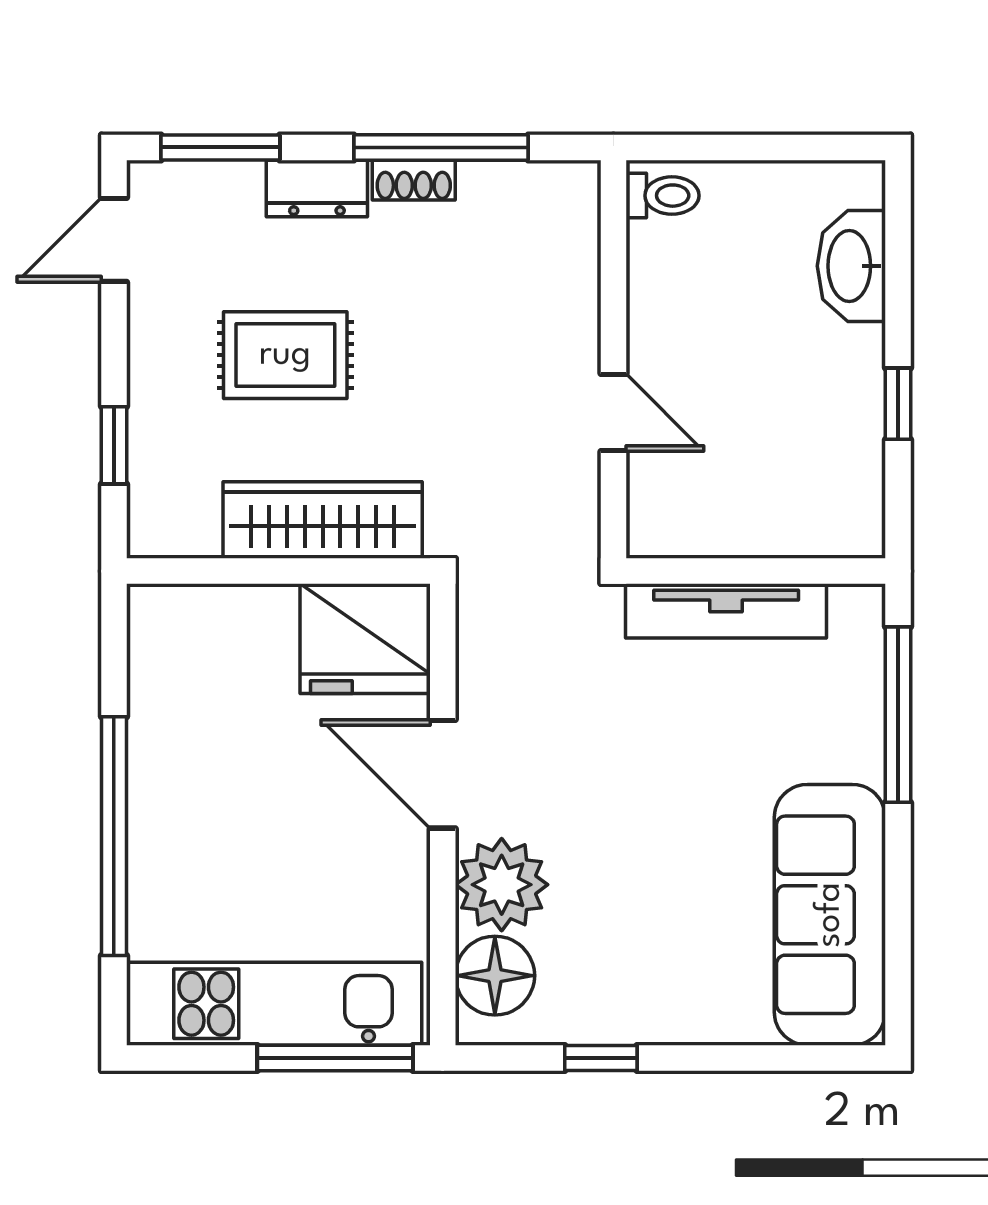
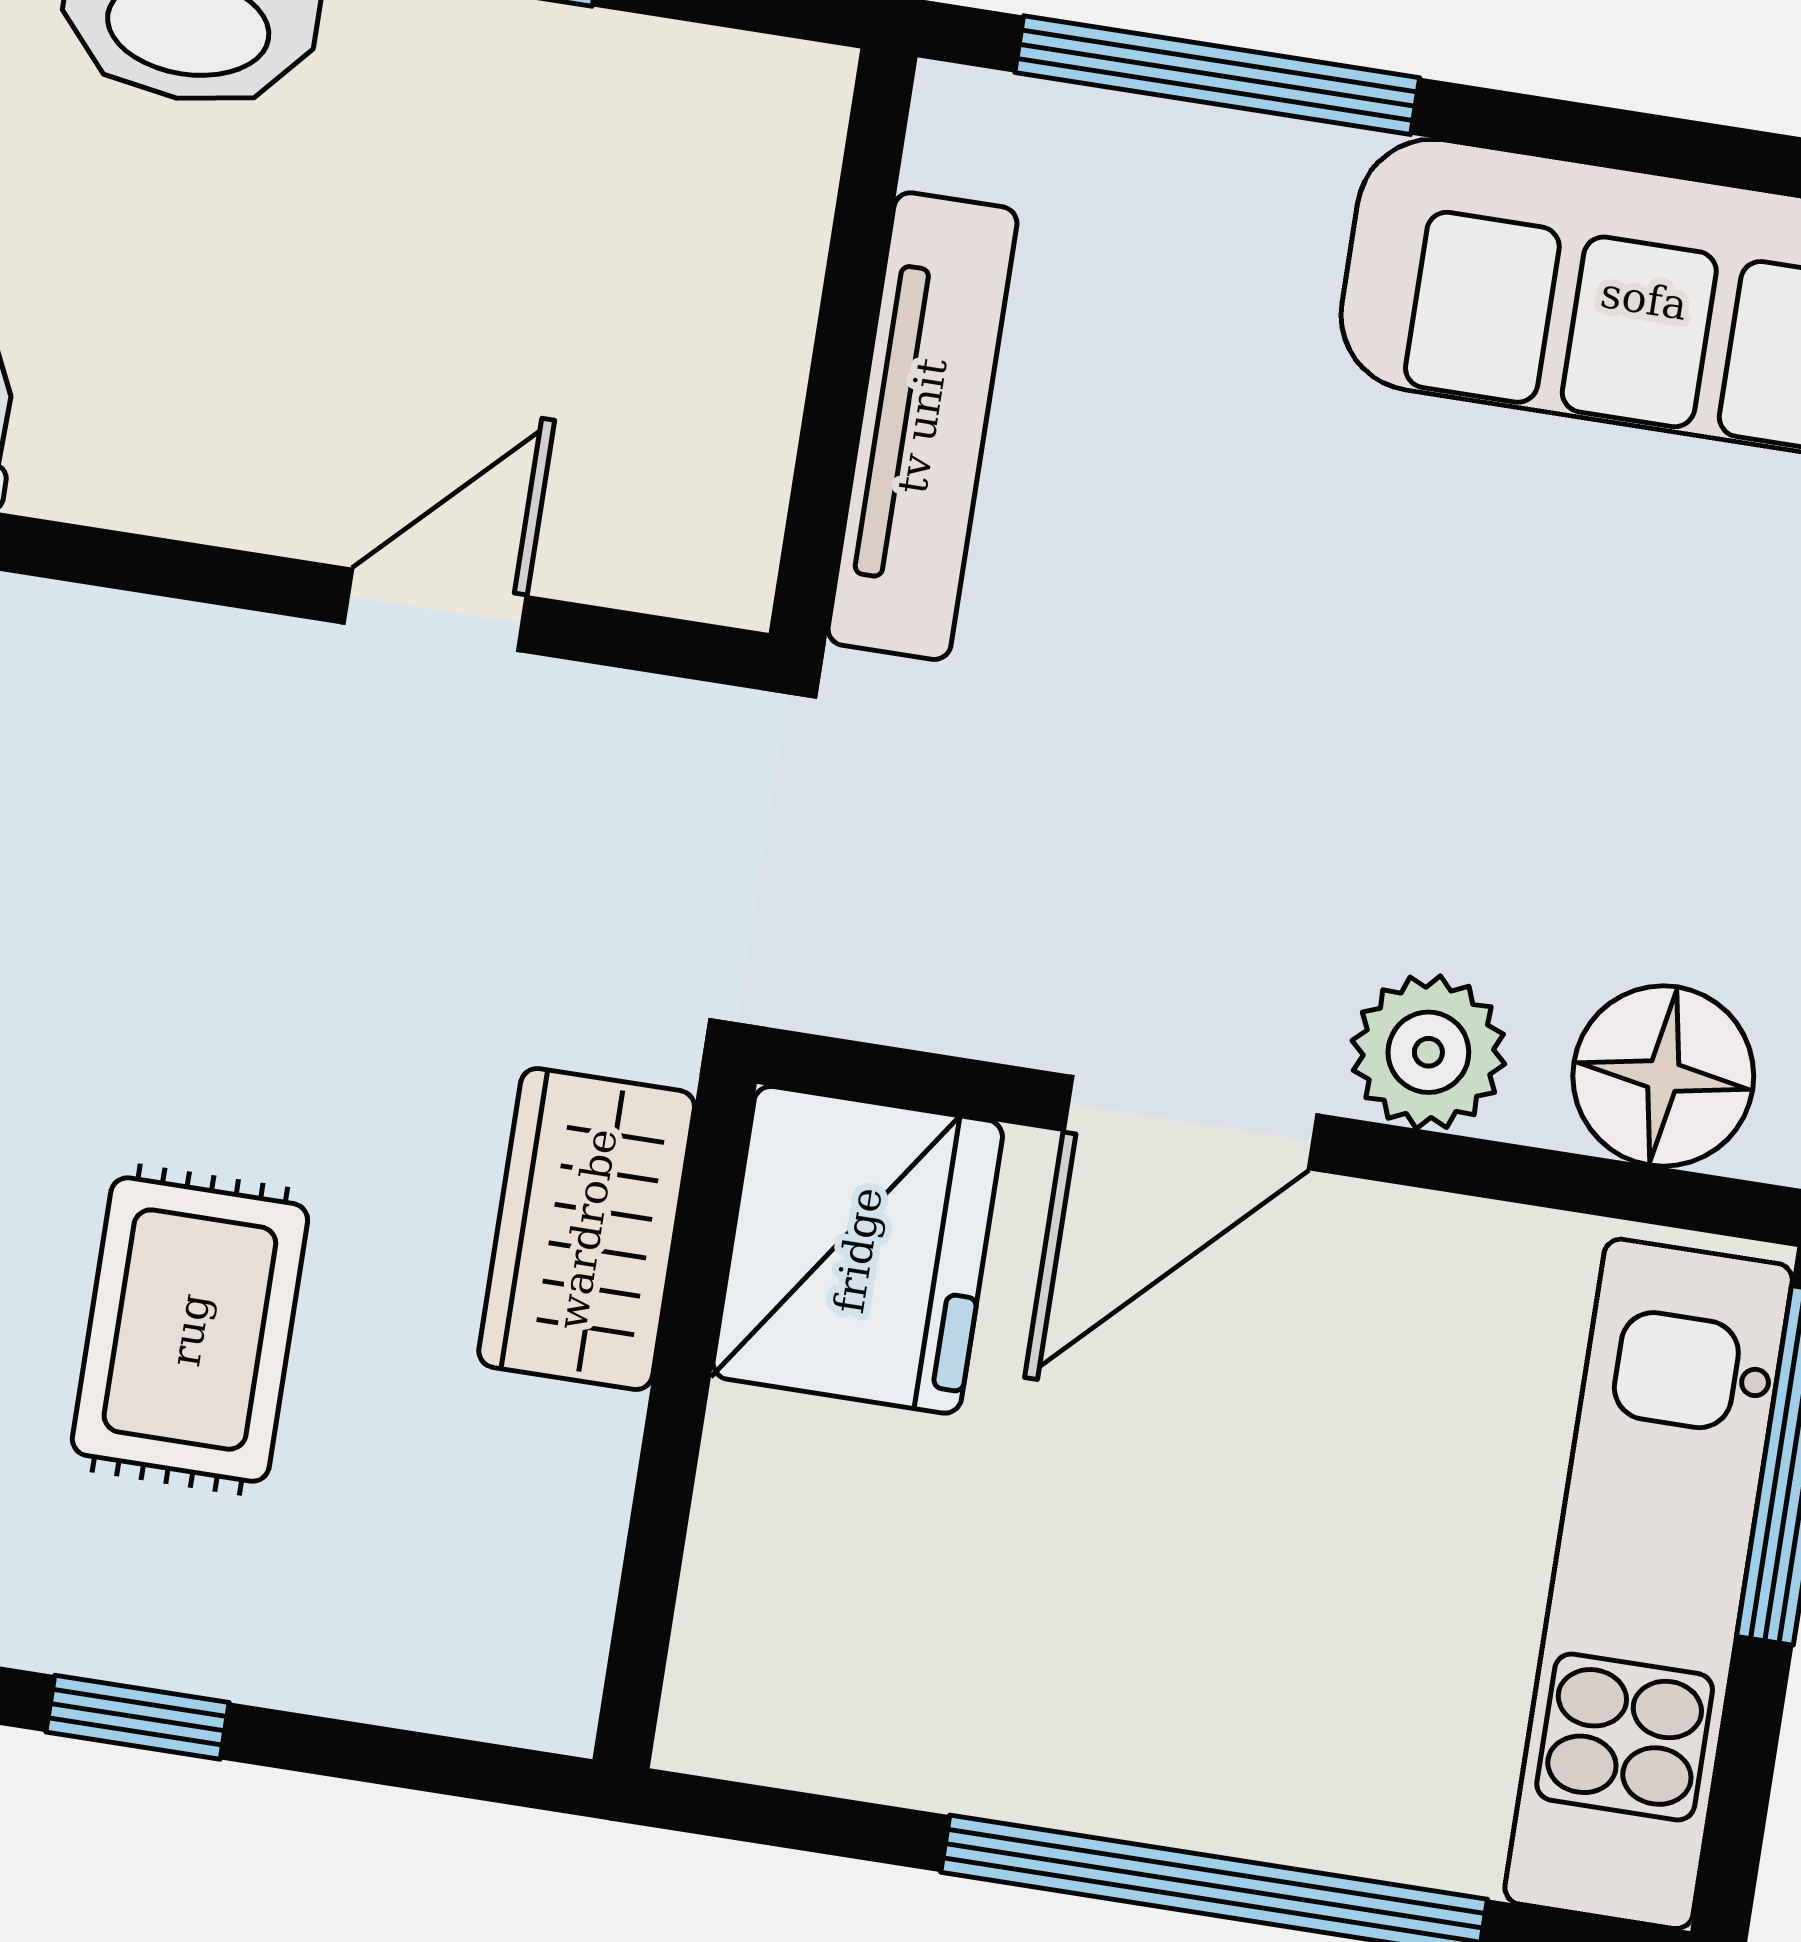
window: (114, 445) -> (138, 1717), moved
wardrobe: (323, 520) -> (587, 1229), width x0.67
plant: (502, 885) -> (1428, 1052), width x0.73, depth x0.73

